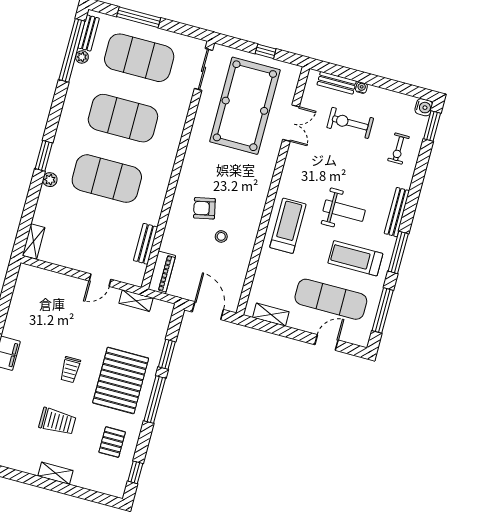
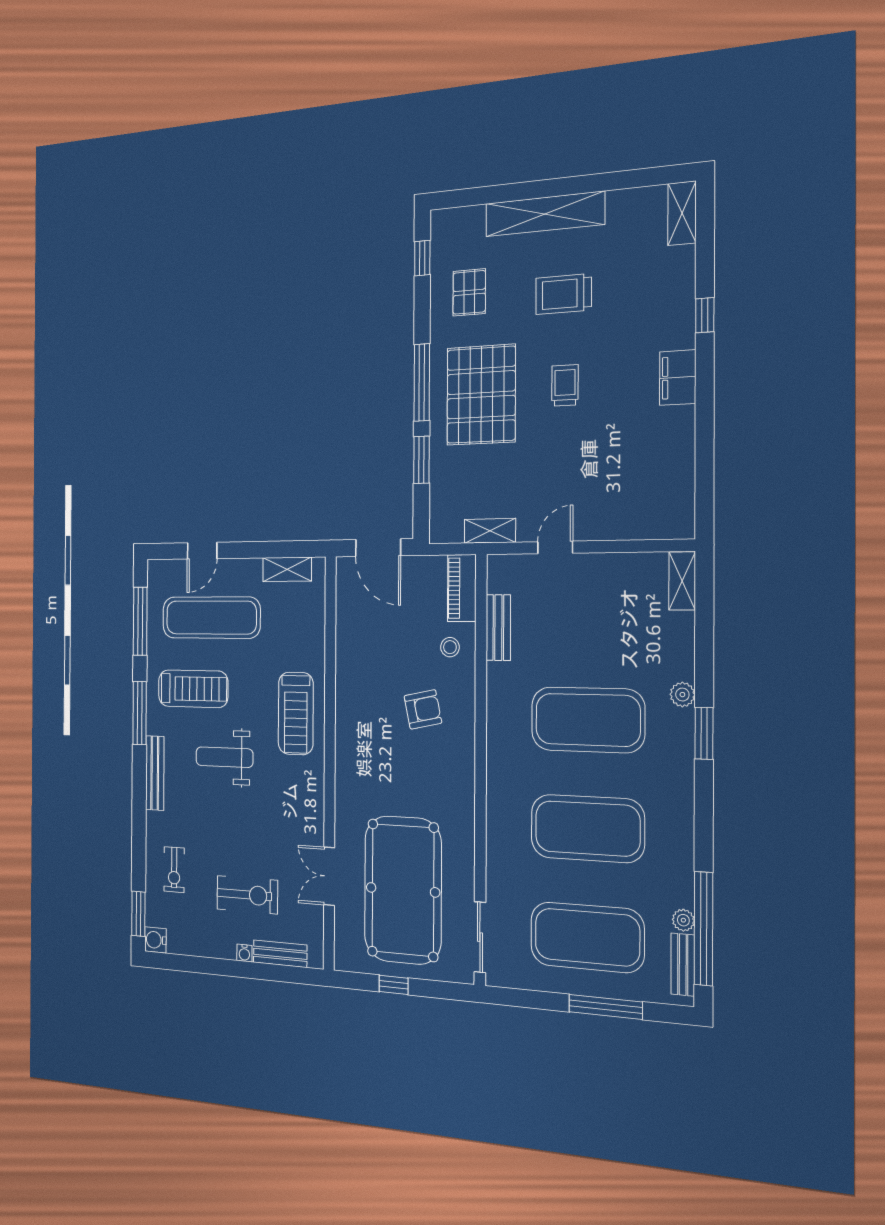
exercise bike: (398, 149) -> (174, 870), turned 180
stool: (221, 236) -> (450, 647), moved
shelving: (55, 473) -> (545, 214), width x2.20, depth x1.33

